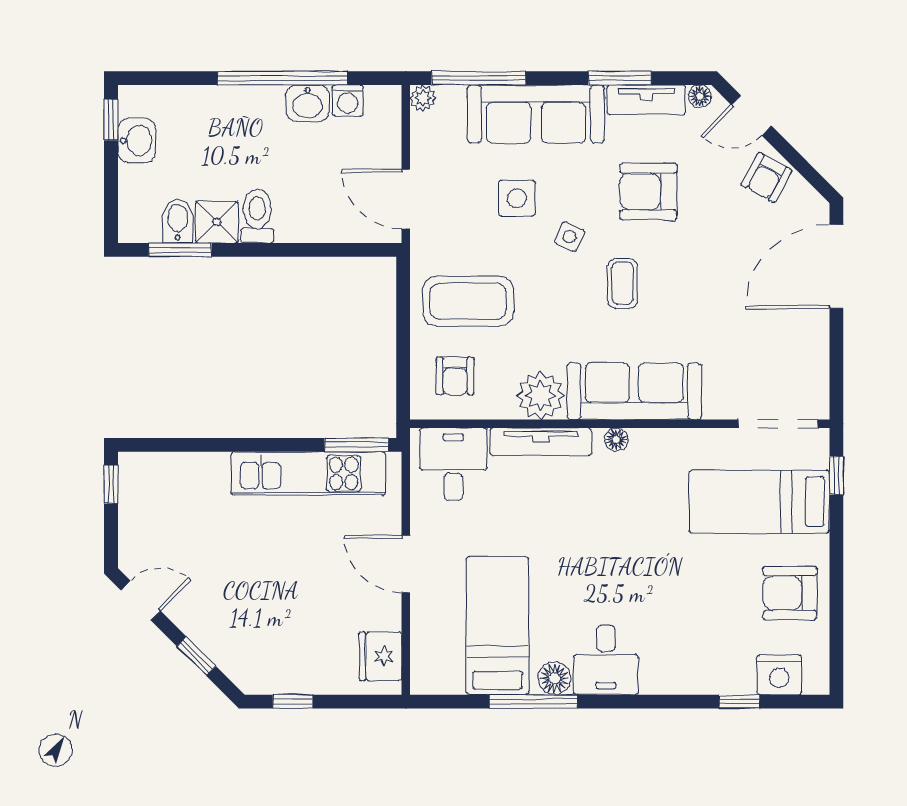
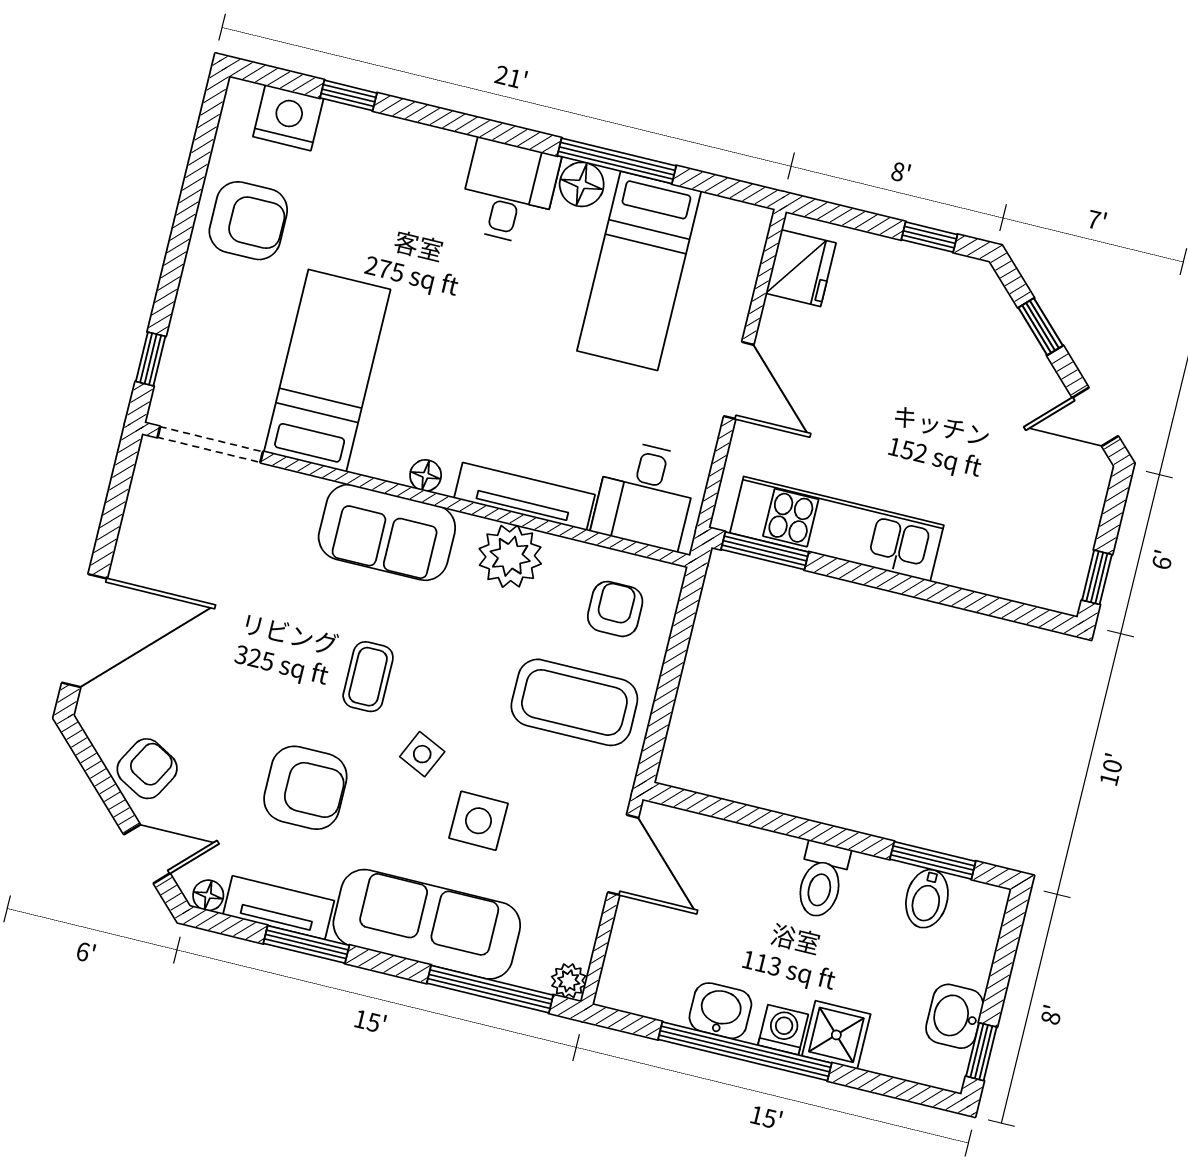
washing machine: (348, 100) -> (783, 1030), moved
shower: (217, 222) -> (836, 1035), moved
sofa: (634, 391) -> (387, 532), width x0.73
bed: (759, 502) -> (327, 371), moved, turned -90

